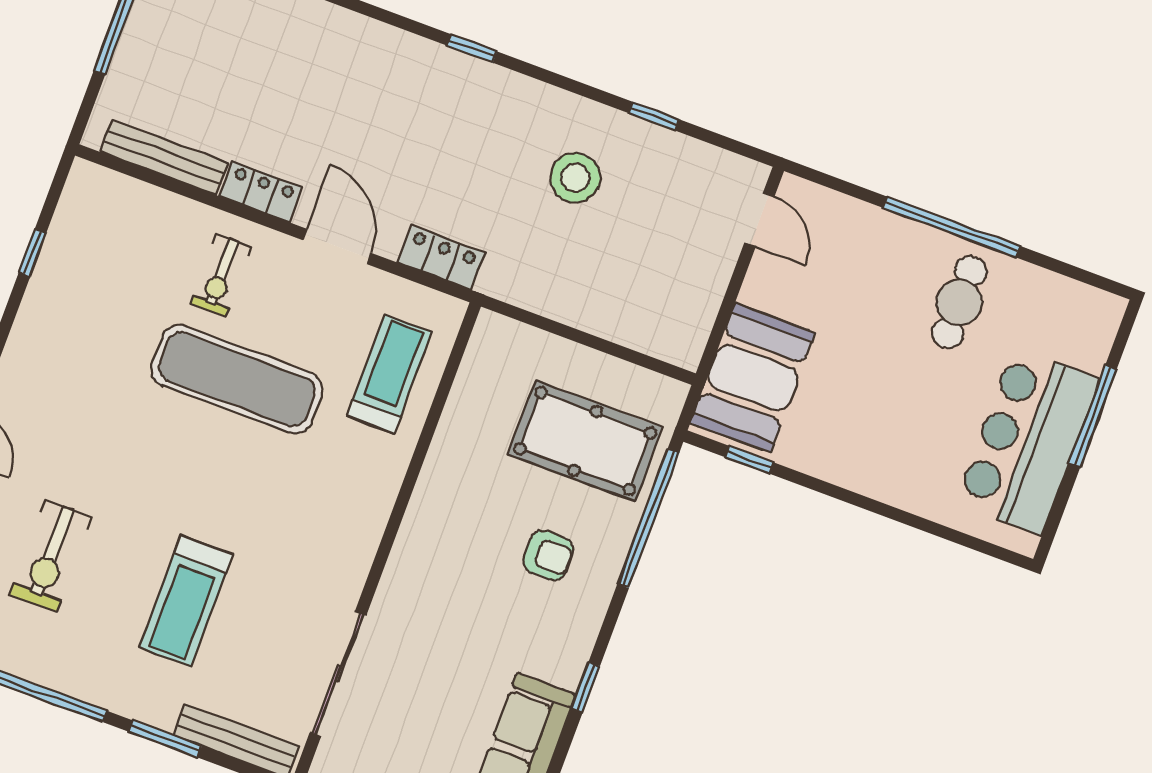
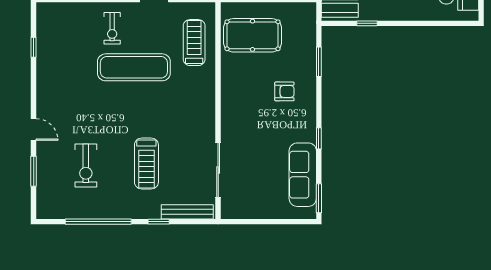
pool table: (585, 441) -> (252, 35), moved
window: (749, 460) -> (367, 23), moved
window: (648, 518) -> (319, 62), width x0.47
window: (165, 739) -> (159, 222), width x0.67

